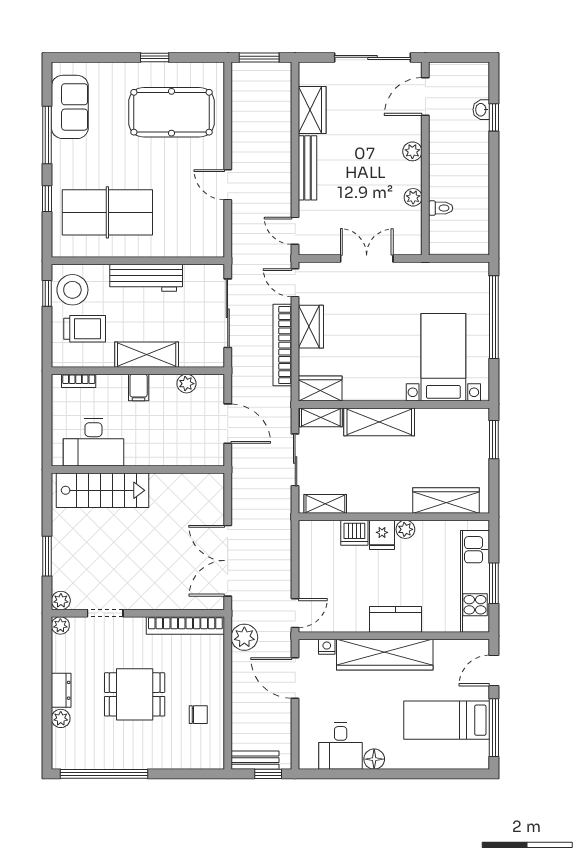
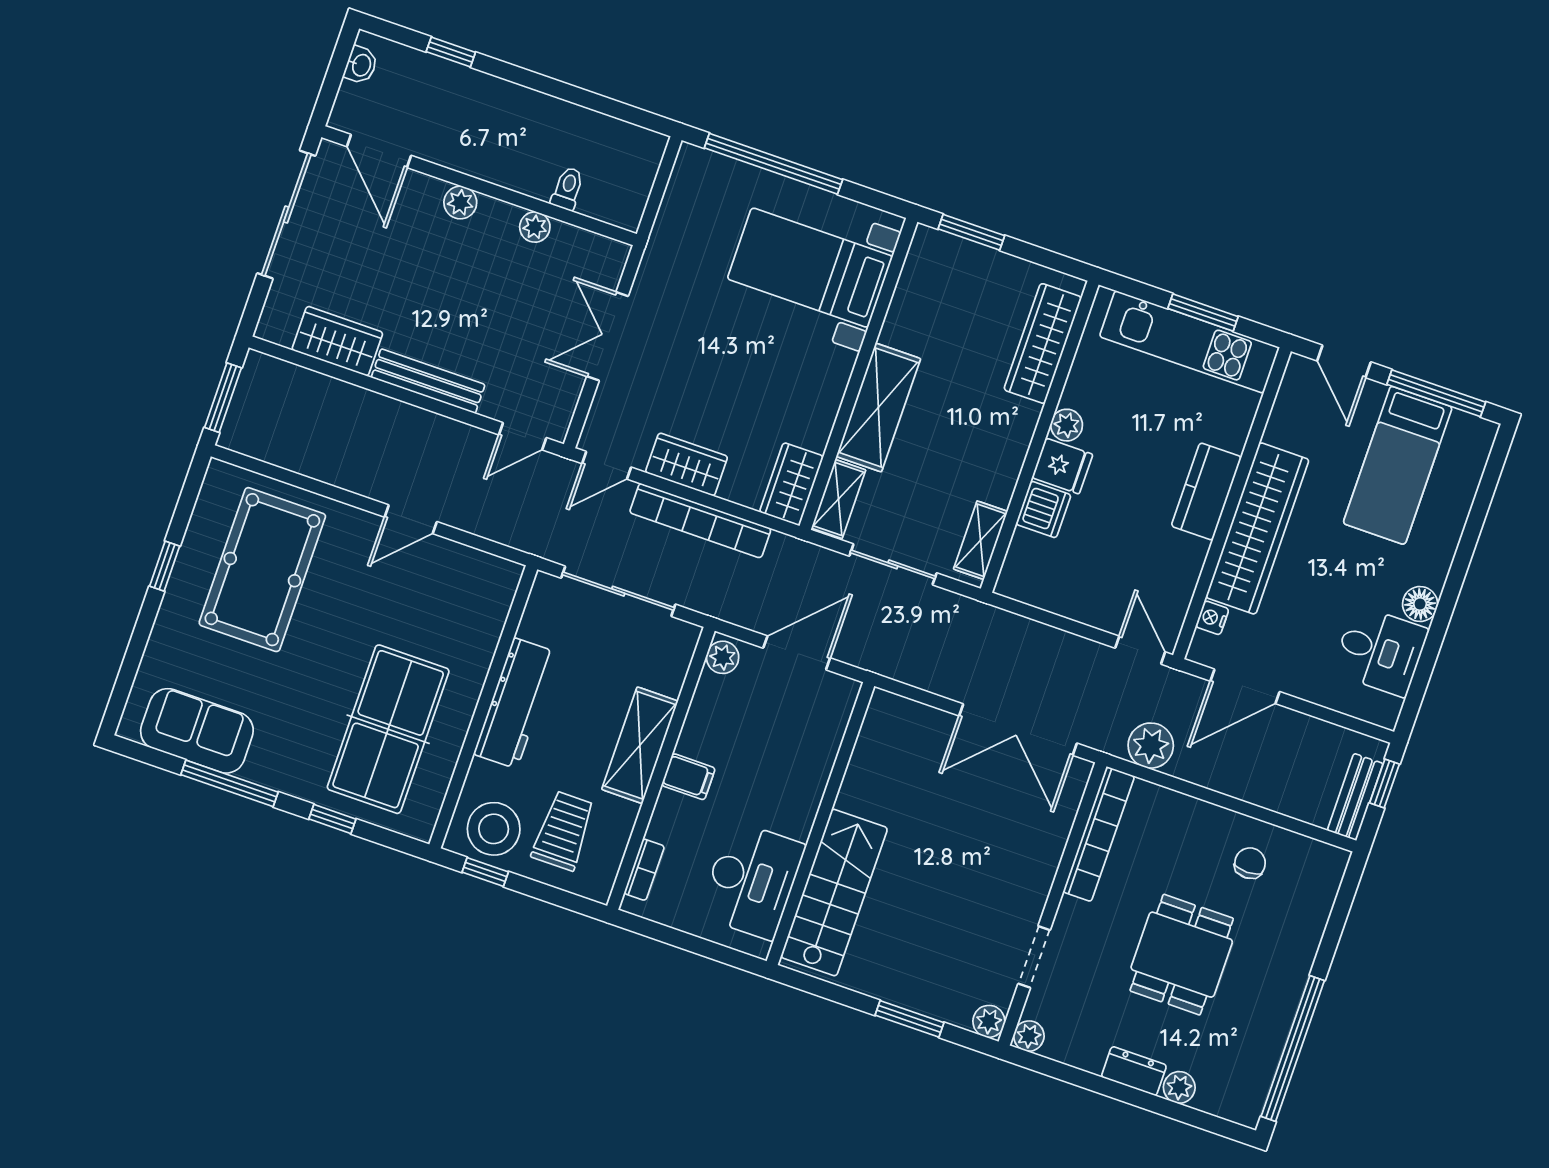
washbasin: (481, 110) -> (361, 65), moved, turned -90
plant: (186, 384) -> (723, 657), moved

